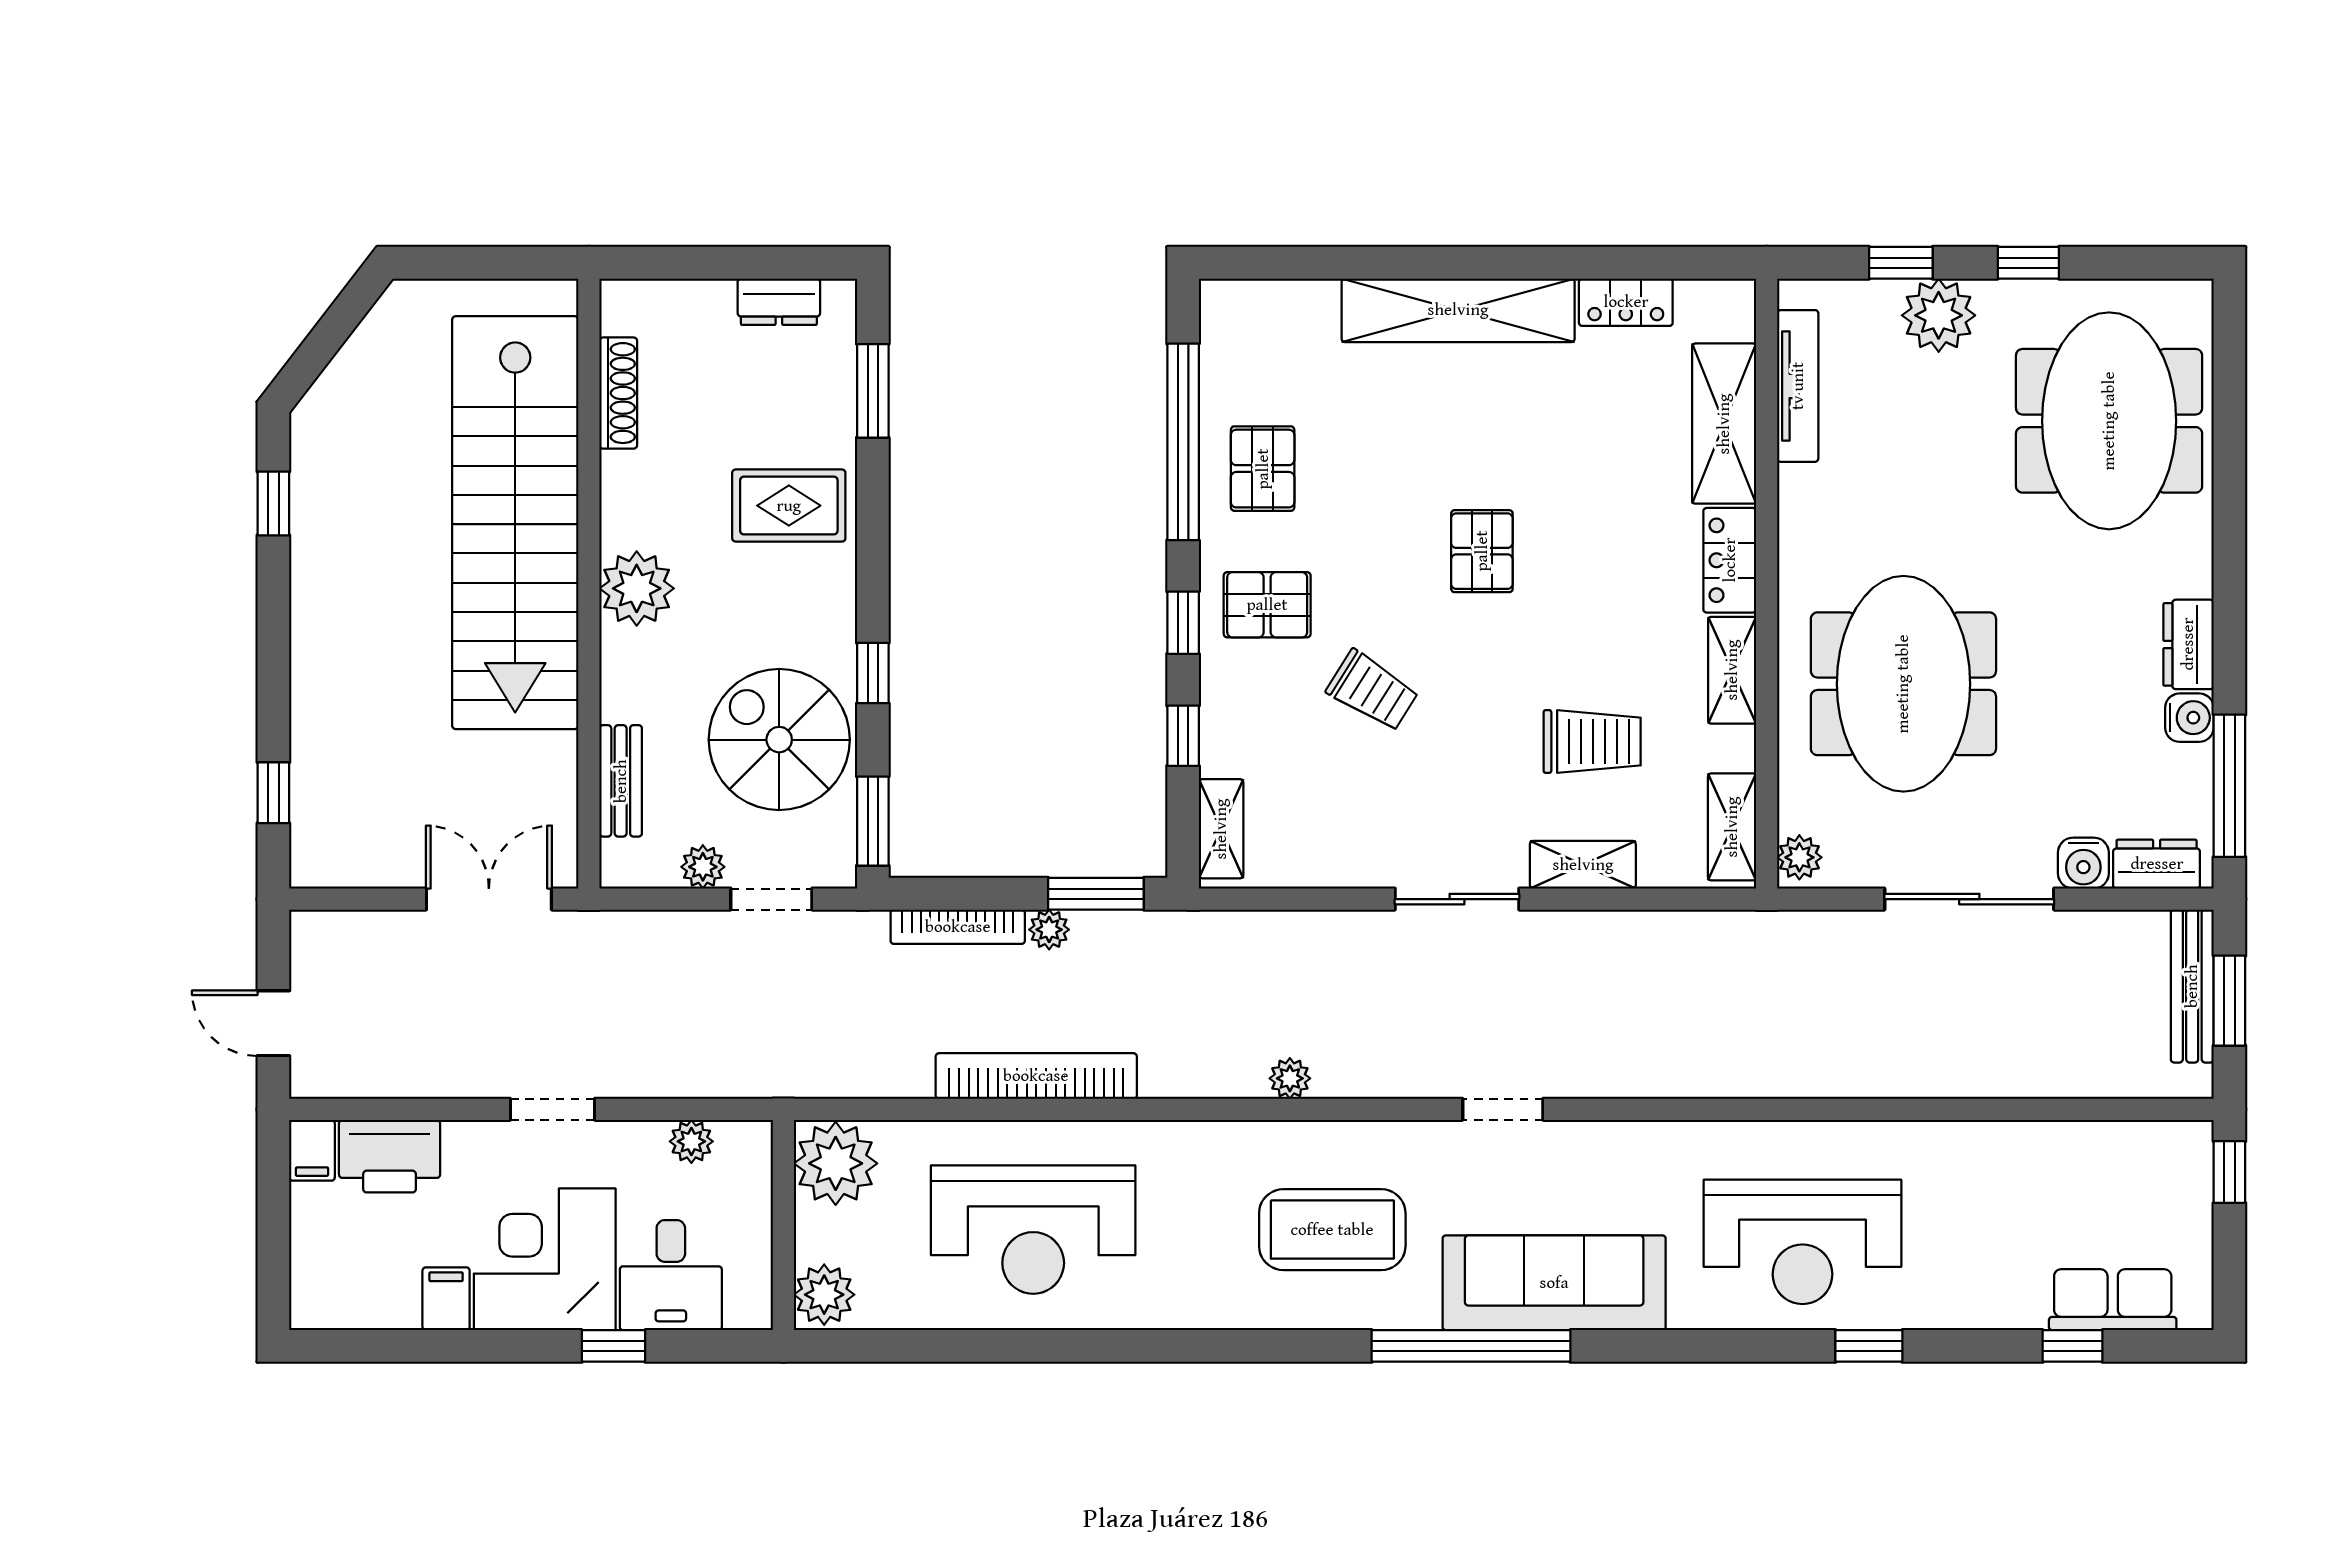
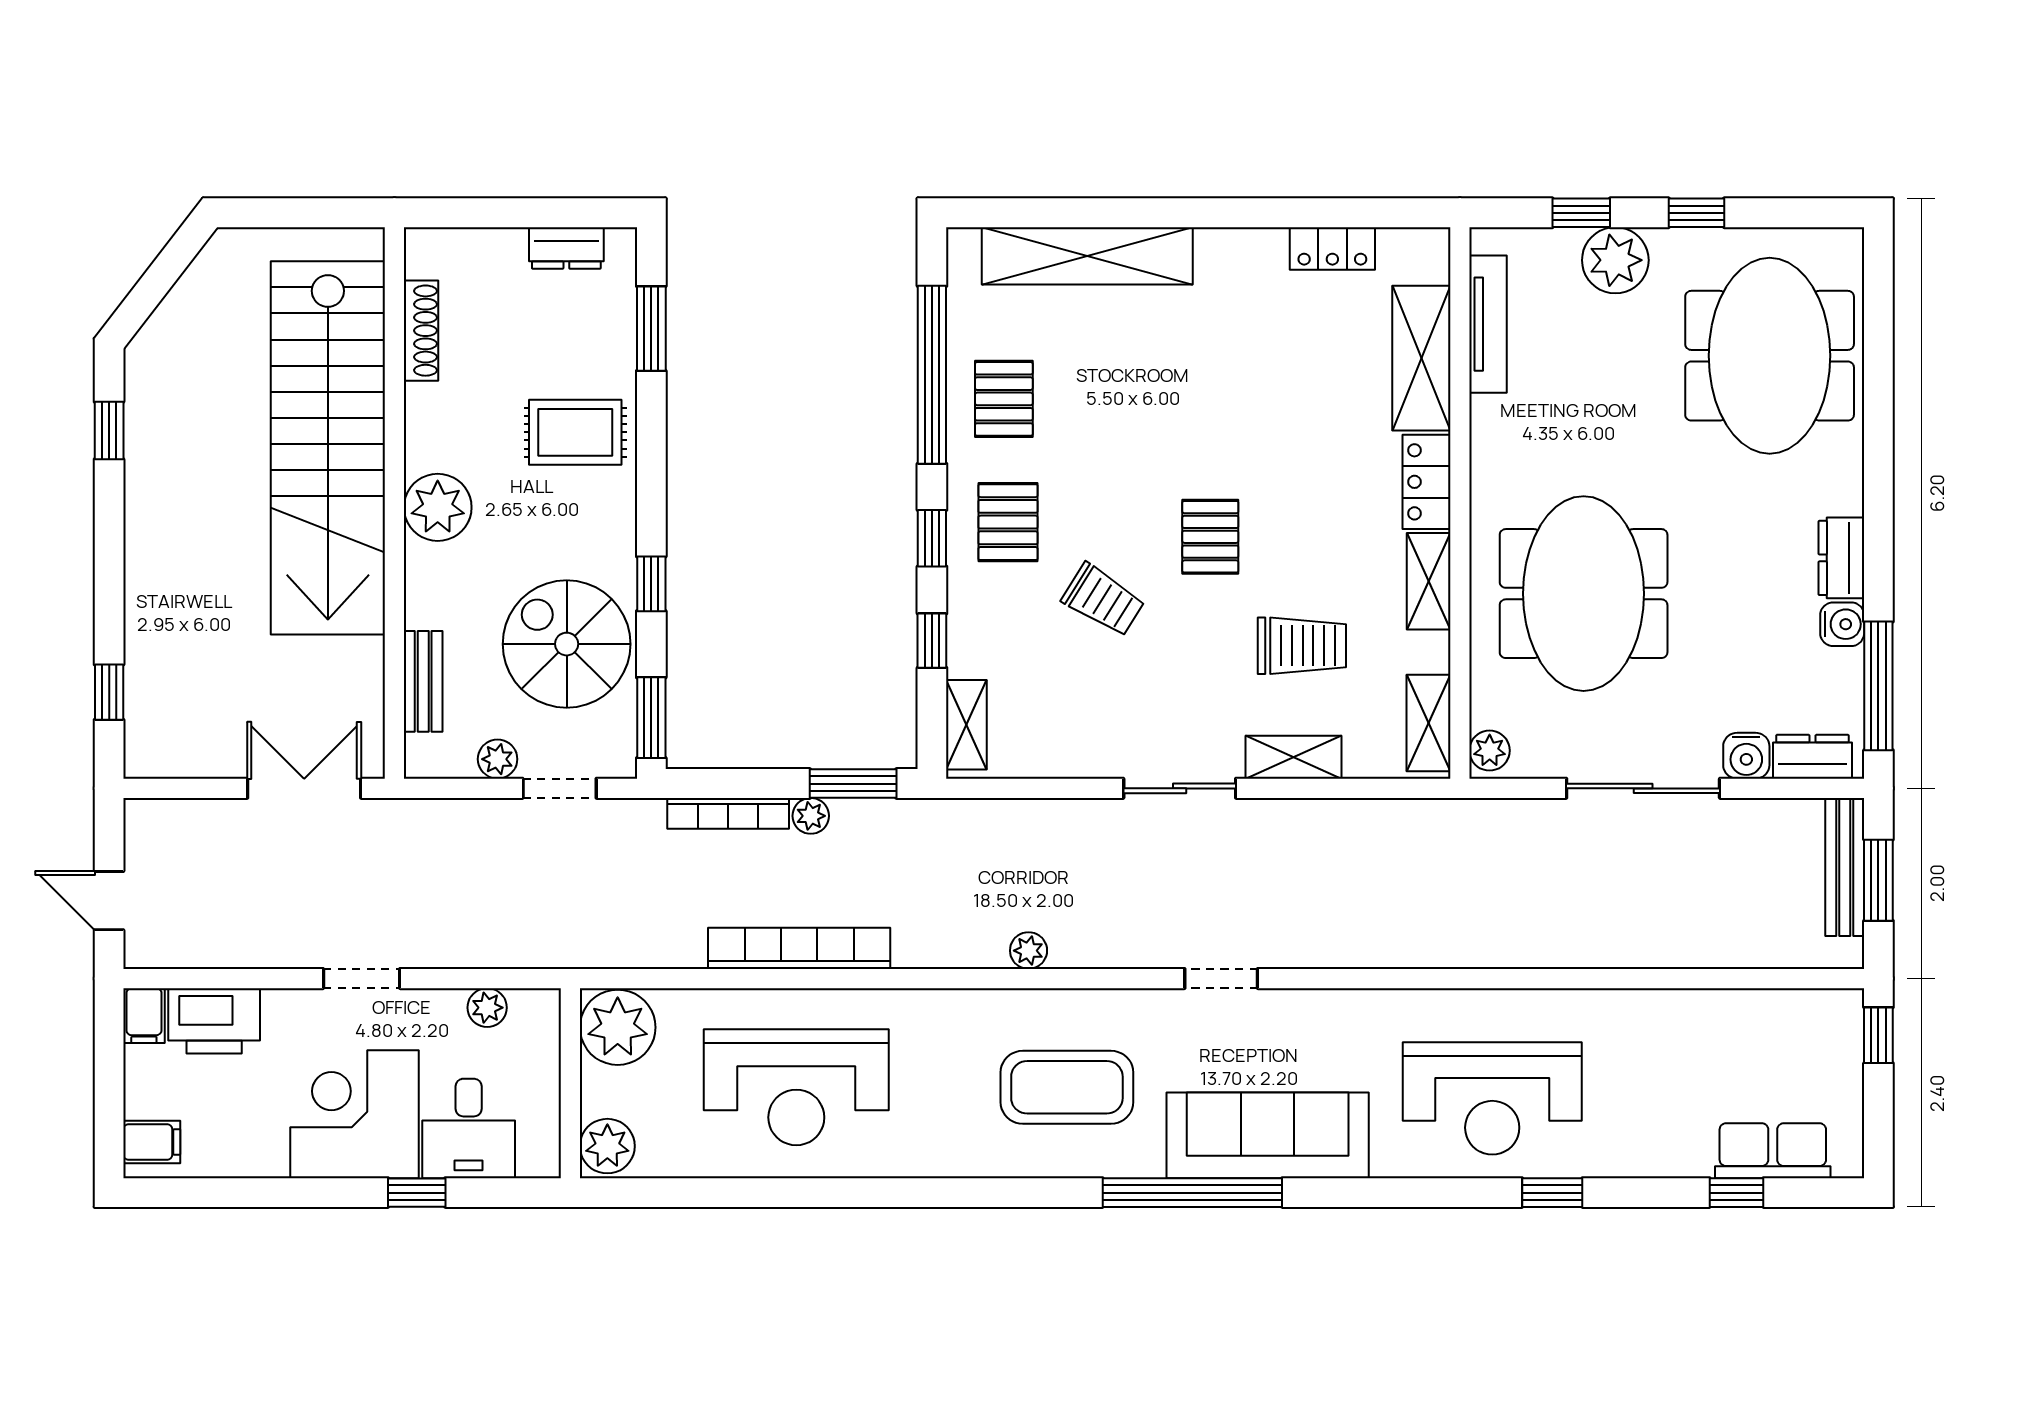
shelving: (1458, 310) -> (1087, 256), moved
pallet: (1482, 551) -> (1210, 537), moved
pallet: (1267, 605) -> (1008, 522), turned 90
filing cabinet: (446, 1299) -> (152, 1142), moved, turned 90

